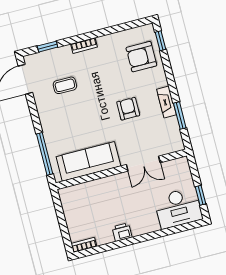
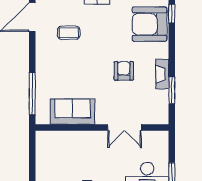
armchair: (141, 57) -> (149, 24), width x1.36, depth x1.36
sofa: (88, 161) -> (72, 112), width x0.73

